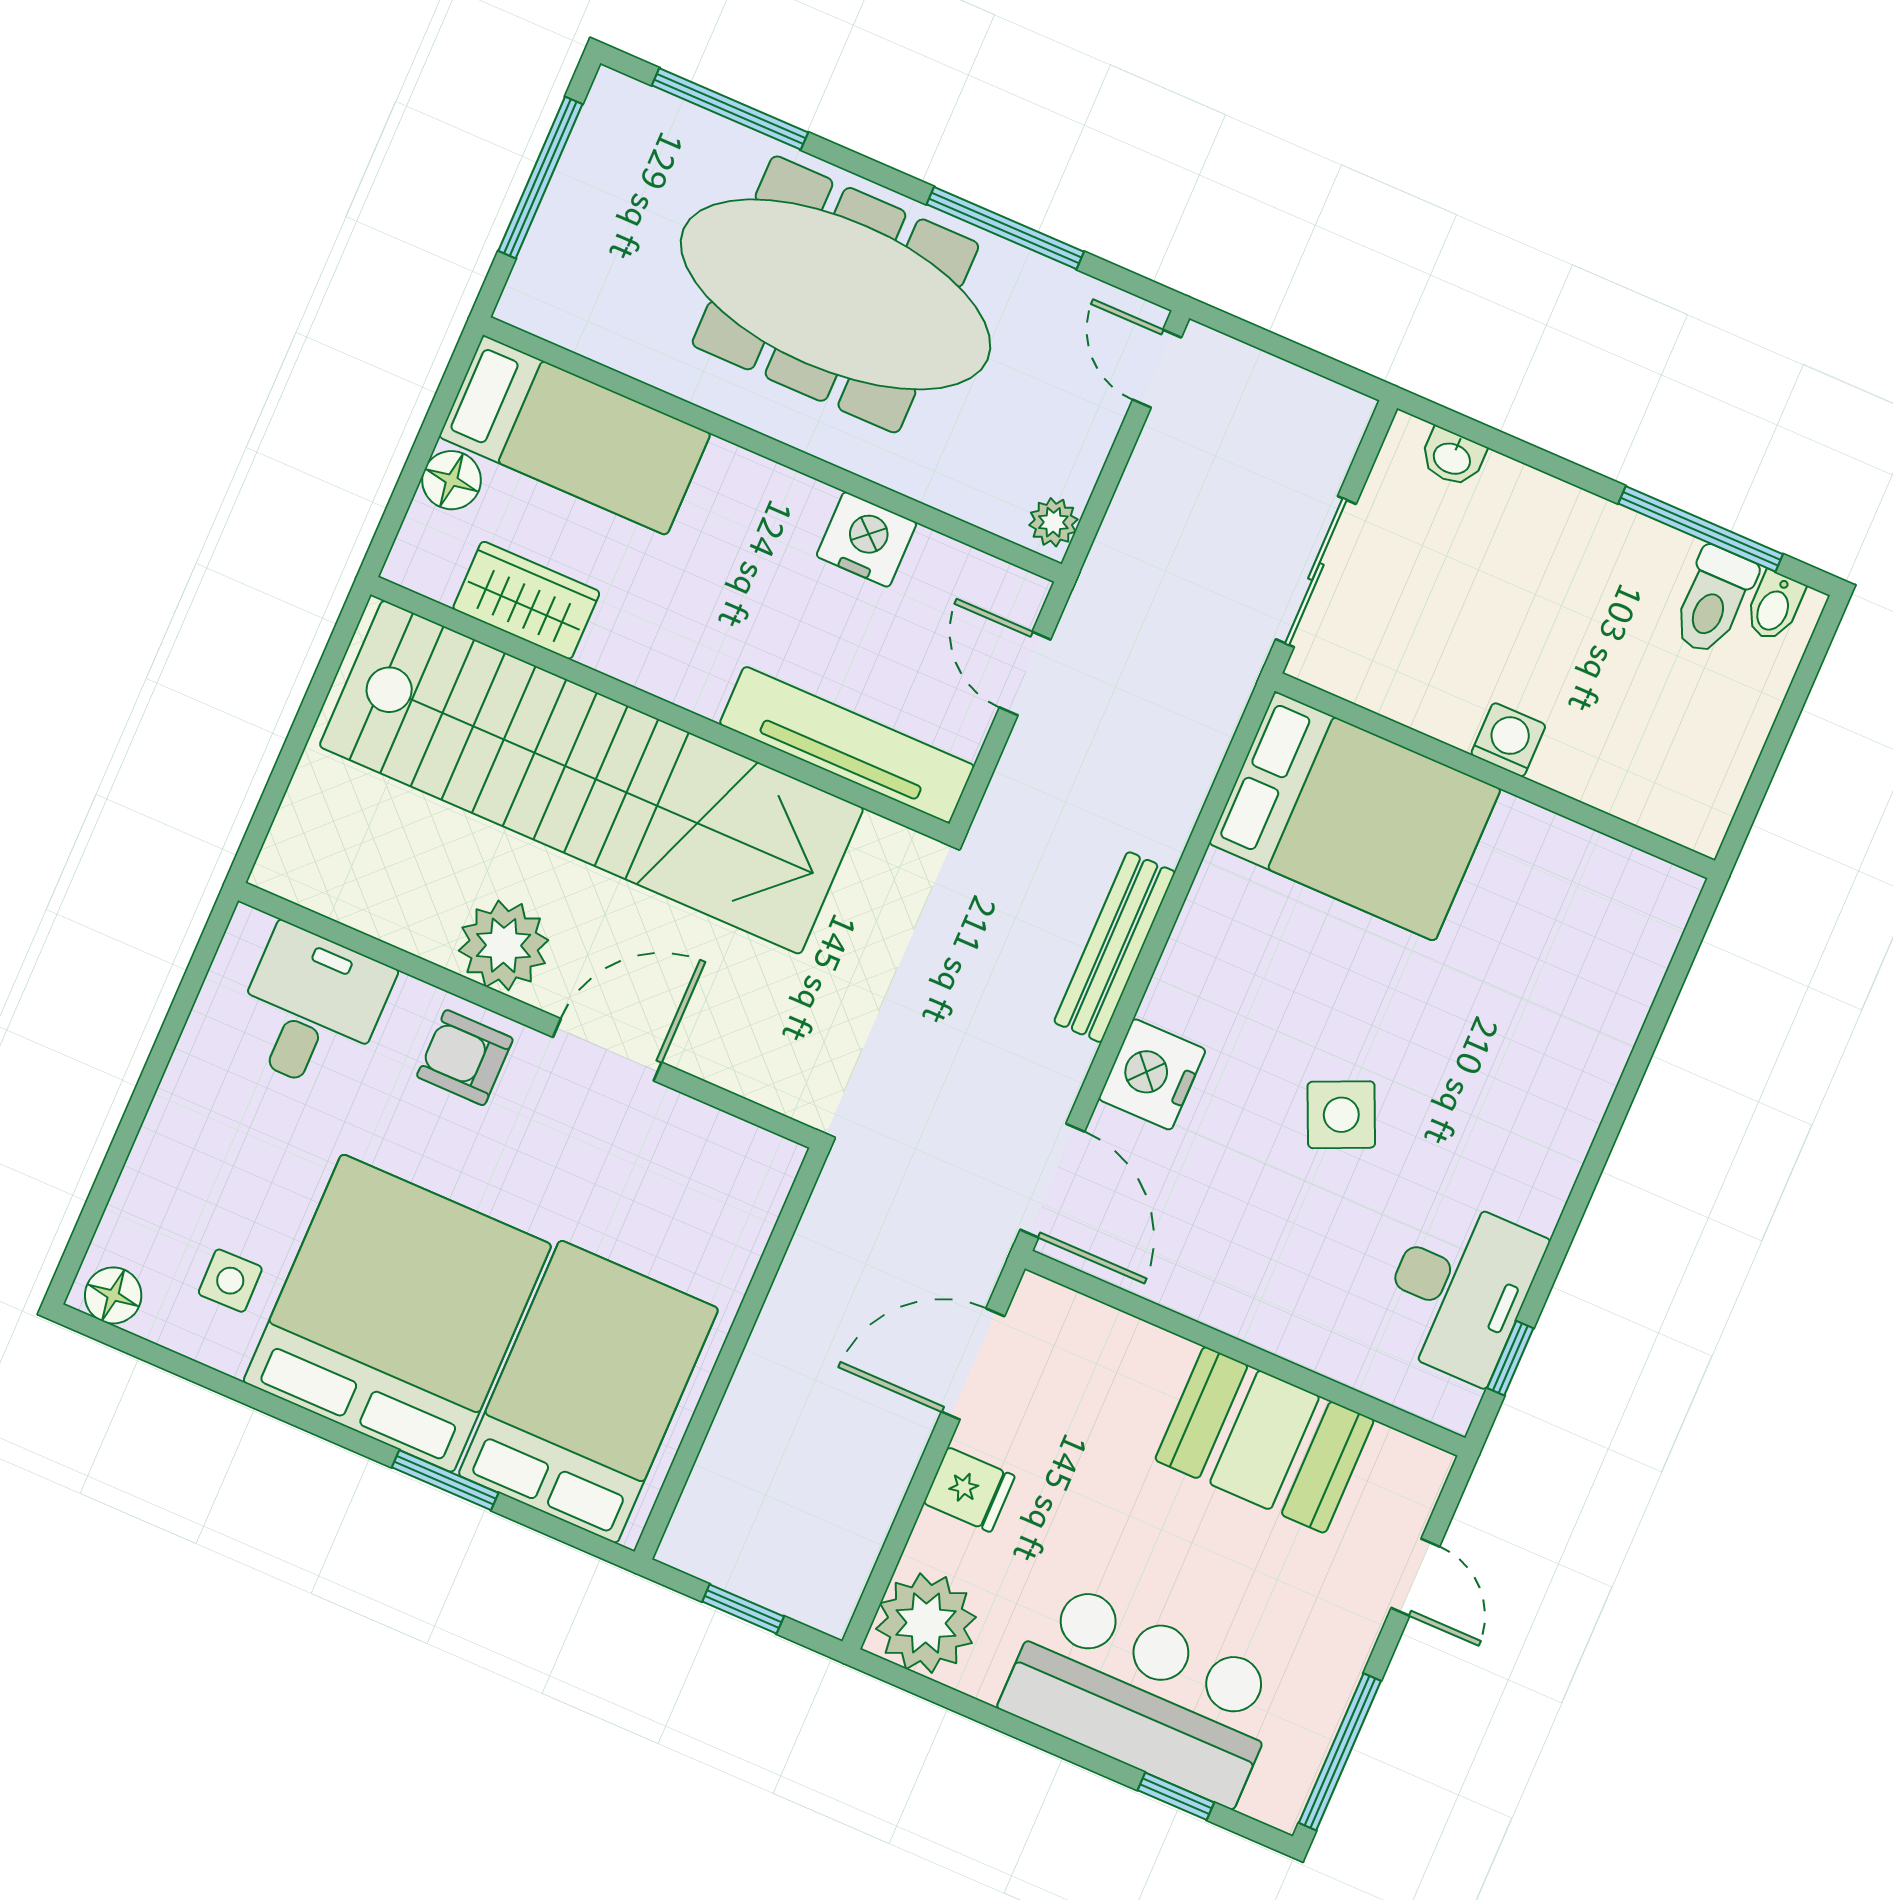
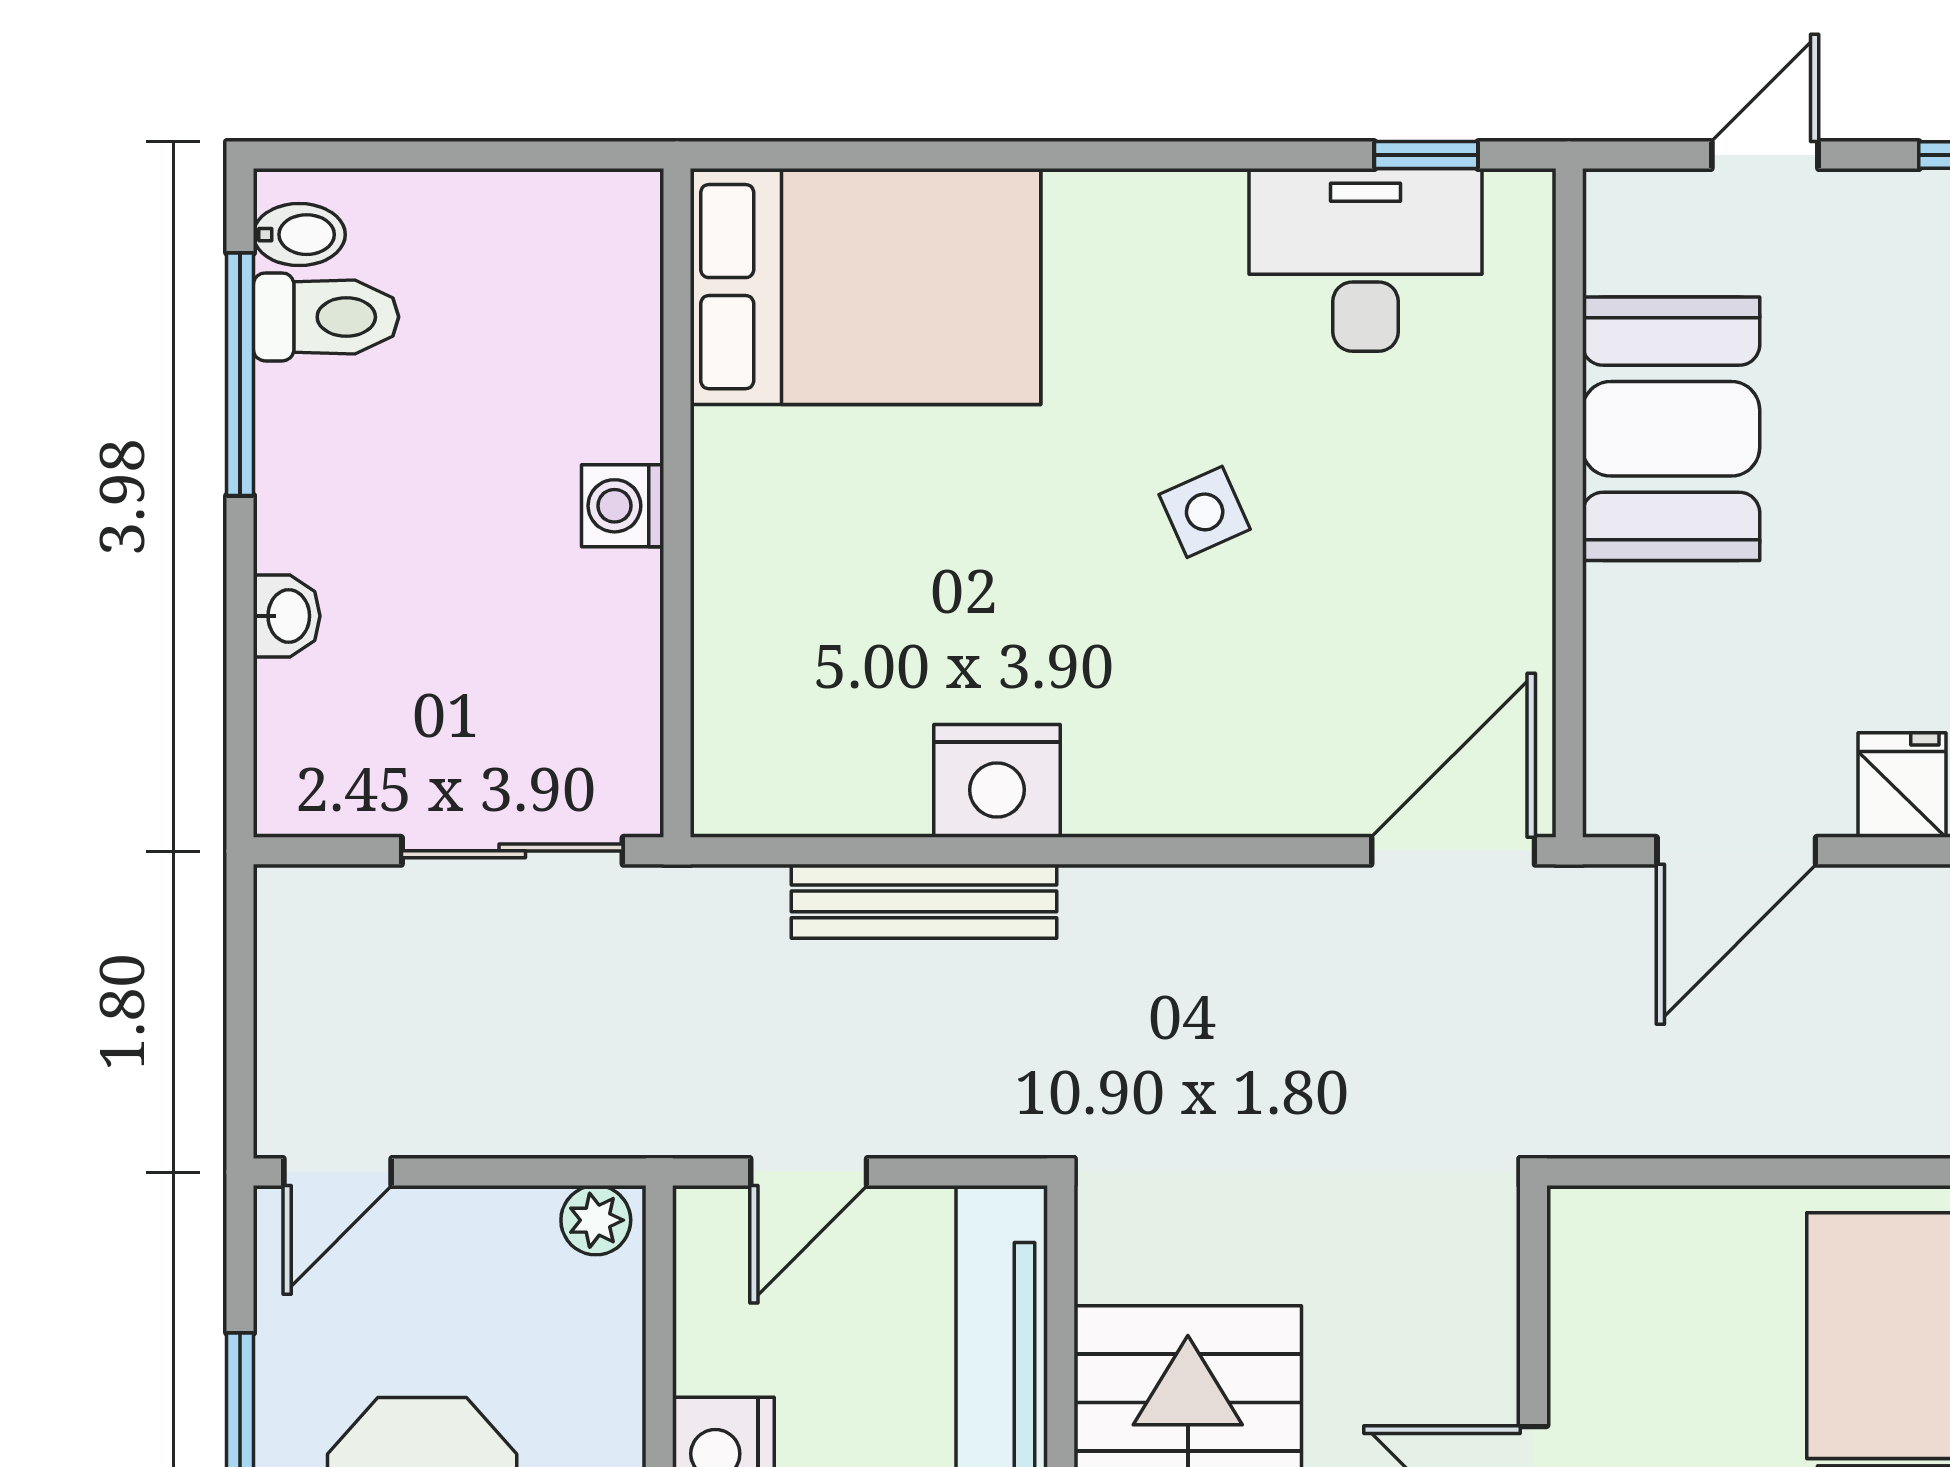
washbasin: (1452, 457) -> (287, 616), moved
bed: (1355, 816) -> (866, 287), moved, turned 90
bench: (1115, 947) -> (924, 901), moved
nightstand: (1152, 1074) -> (997, 781), moved
side table: (1341, 1115) -> (1205, 512), width x0.73, depth x0.73
door: (973, 1364) -> (1736, 851), hinge flipped

